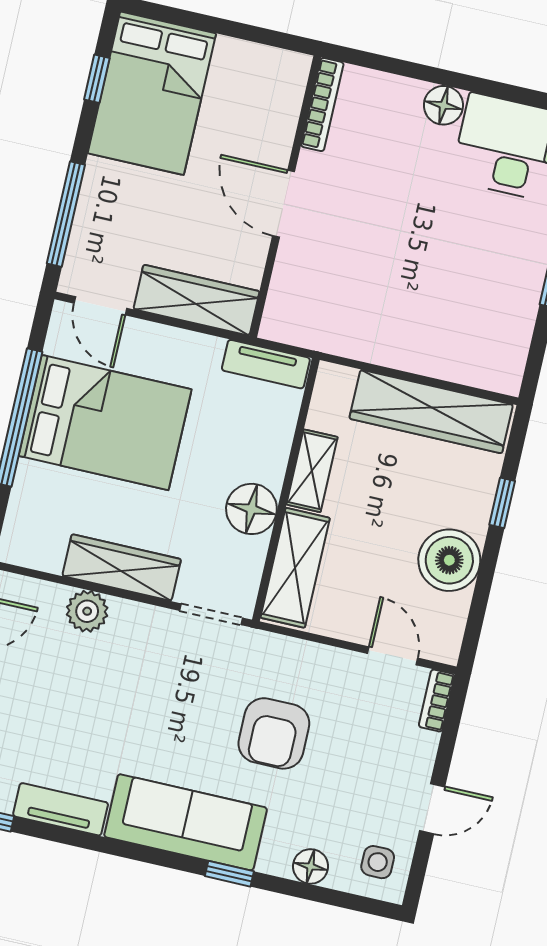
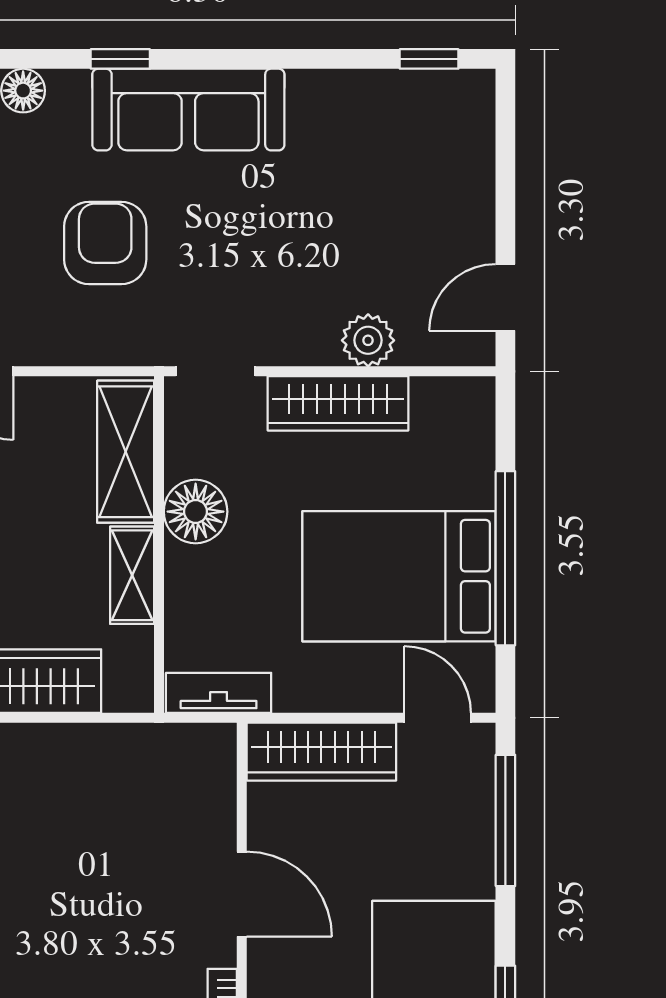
tv unit: (61, 809) -> (345, 90), removed

